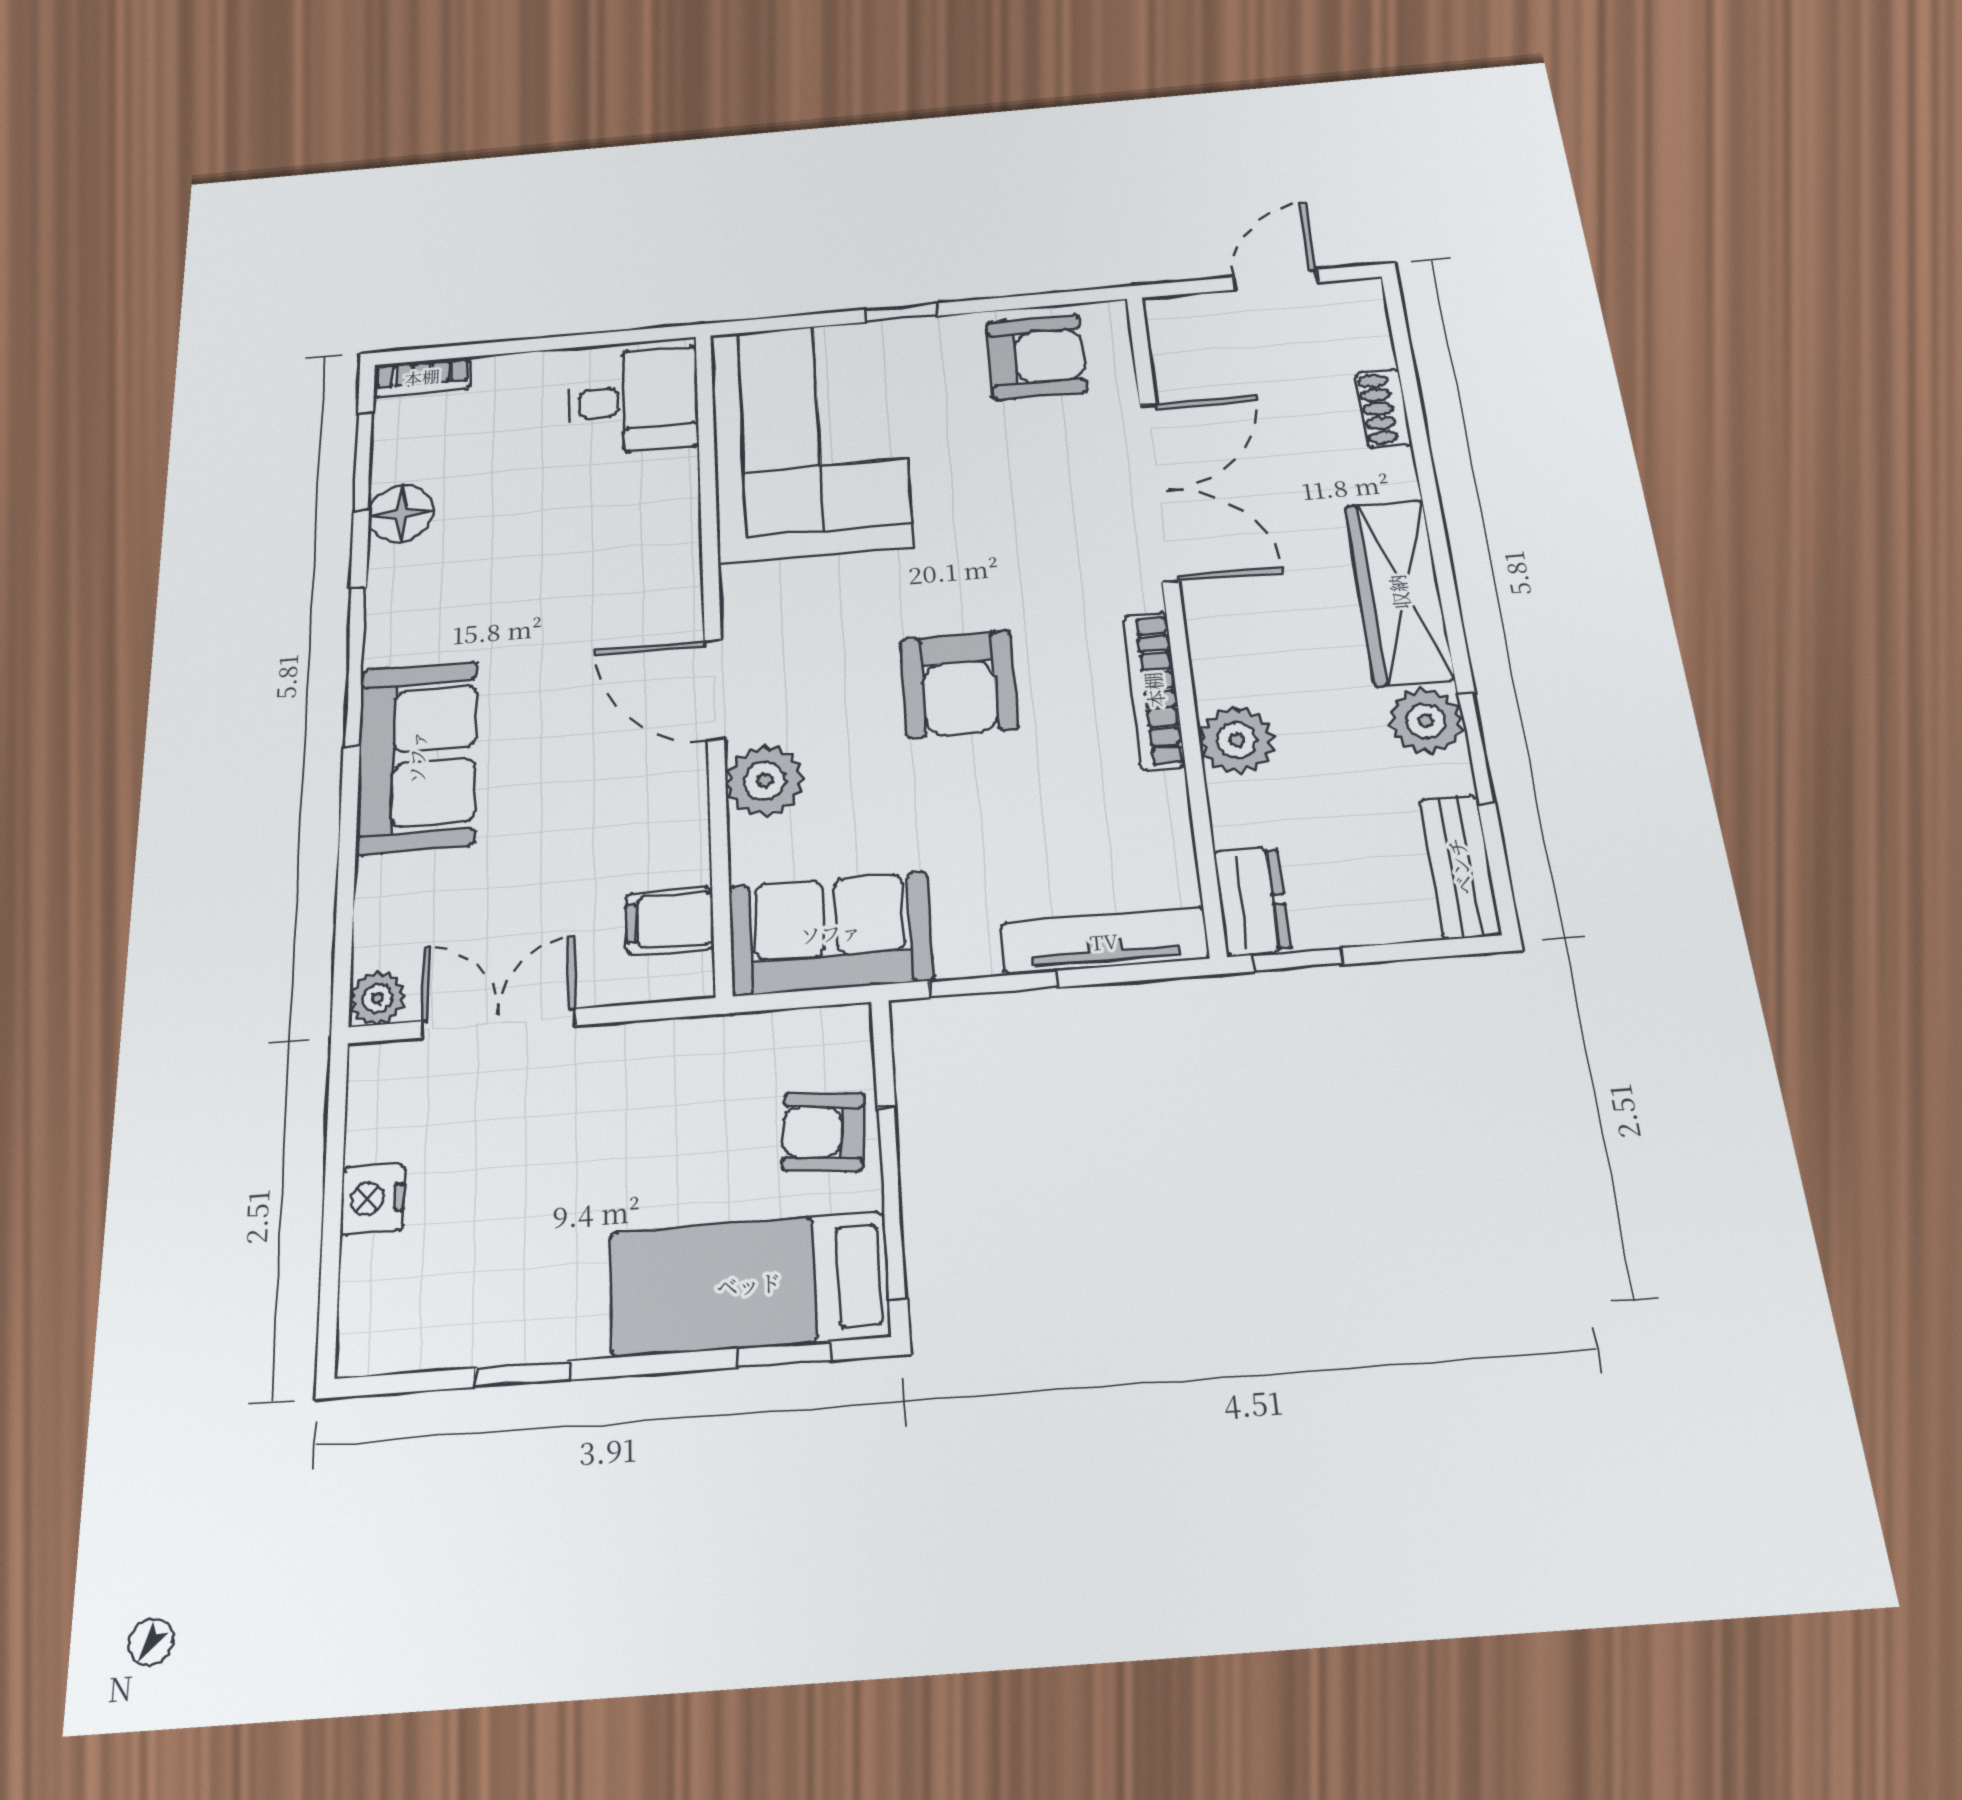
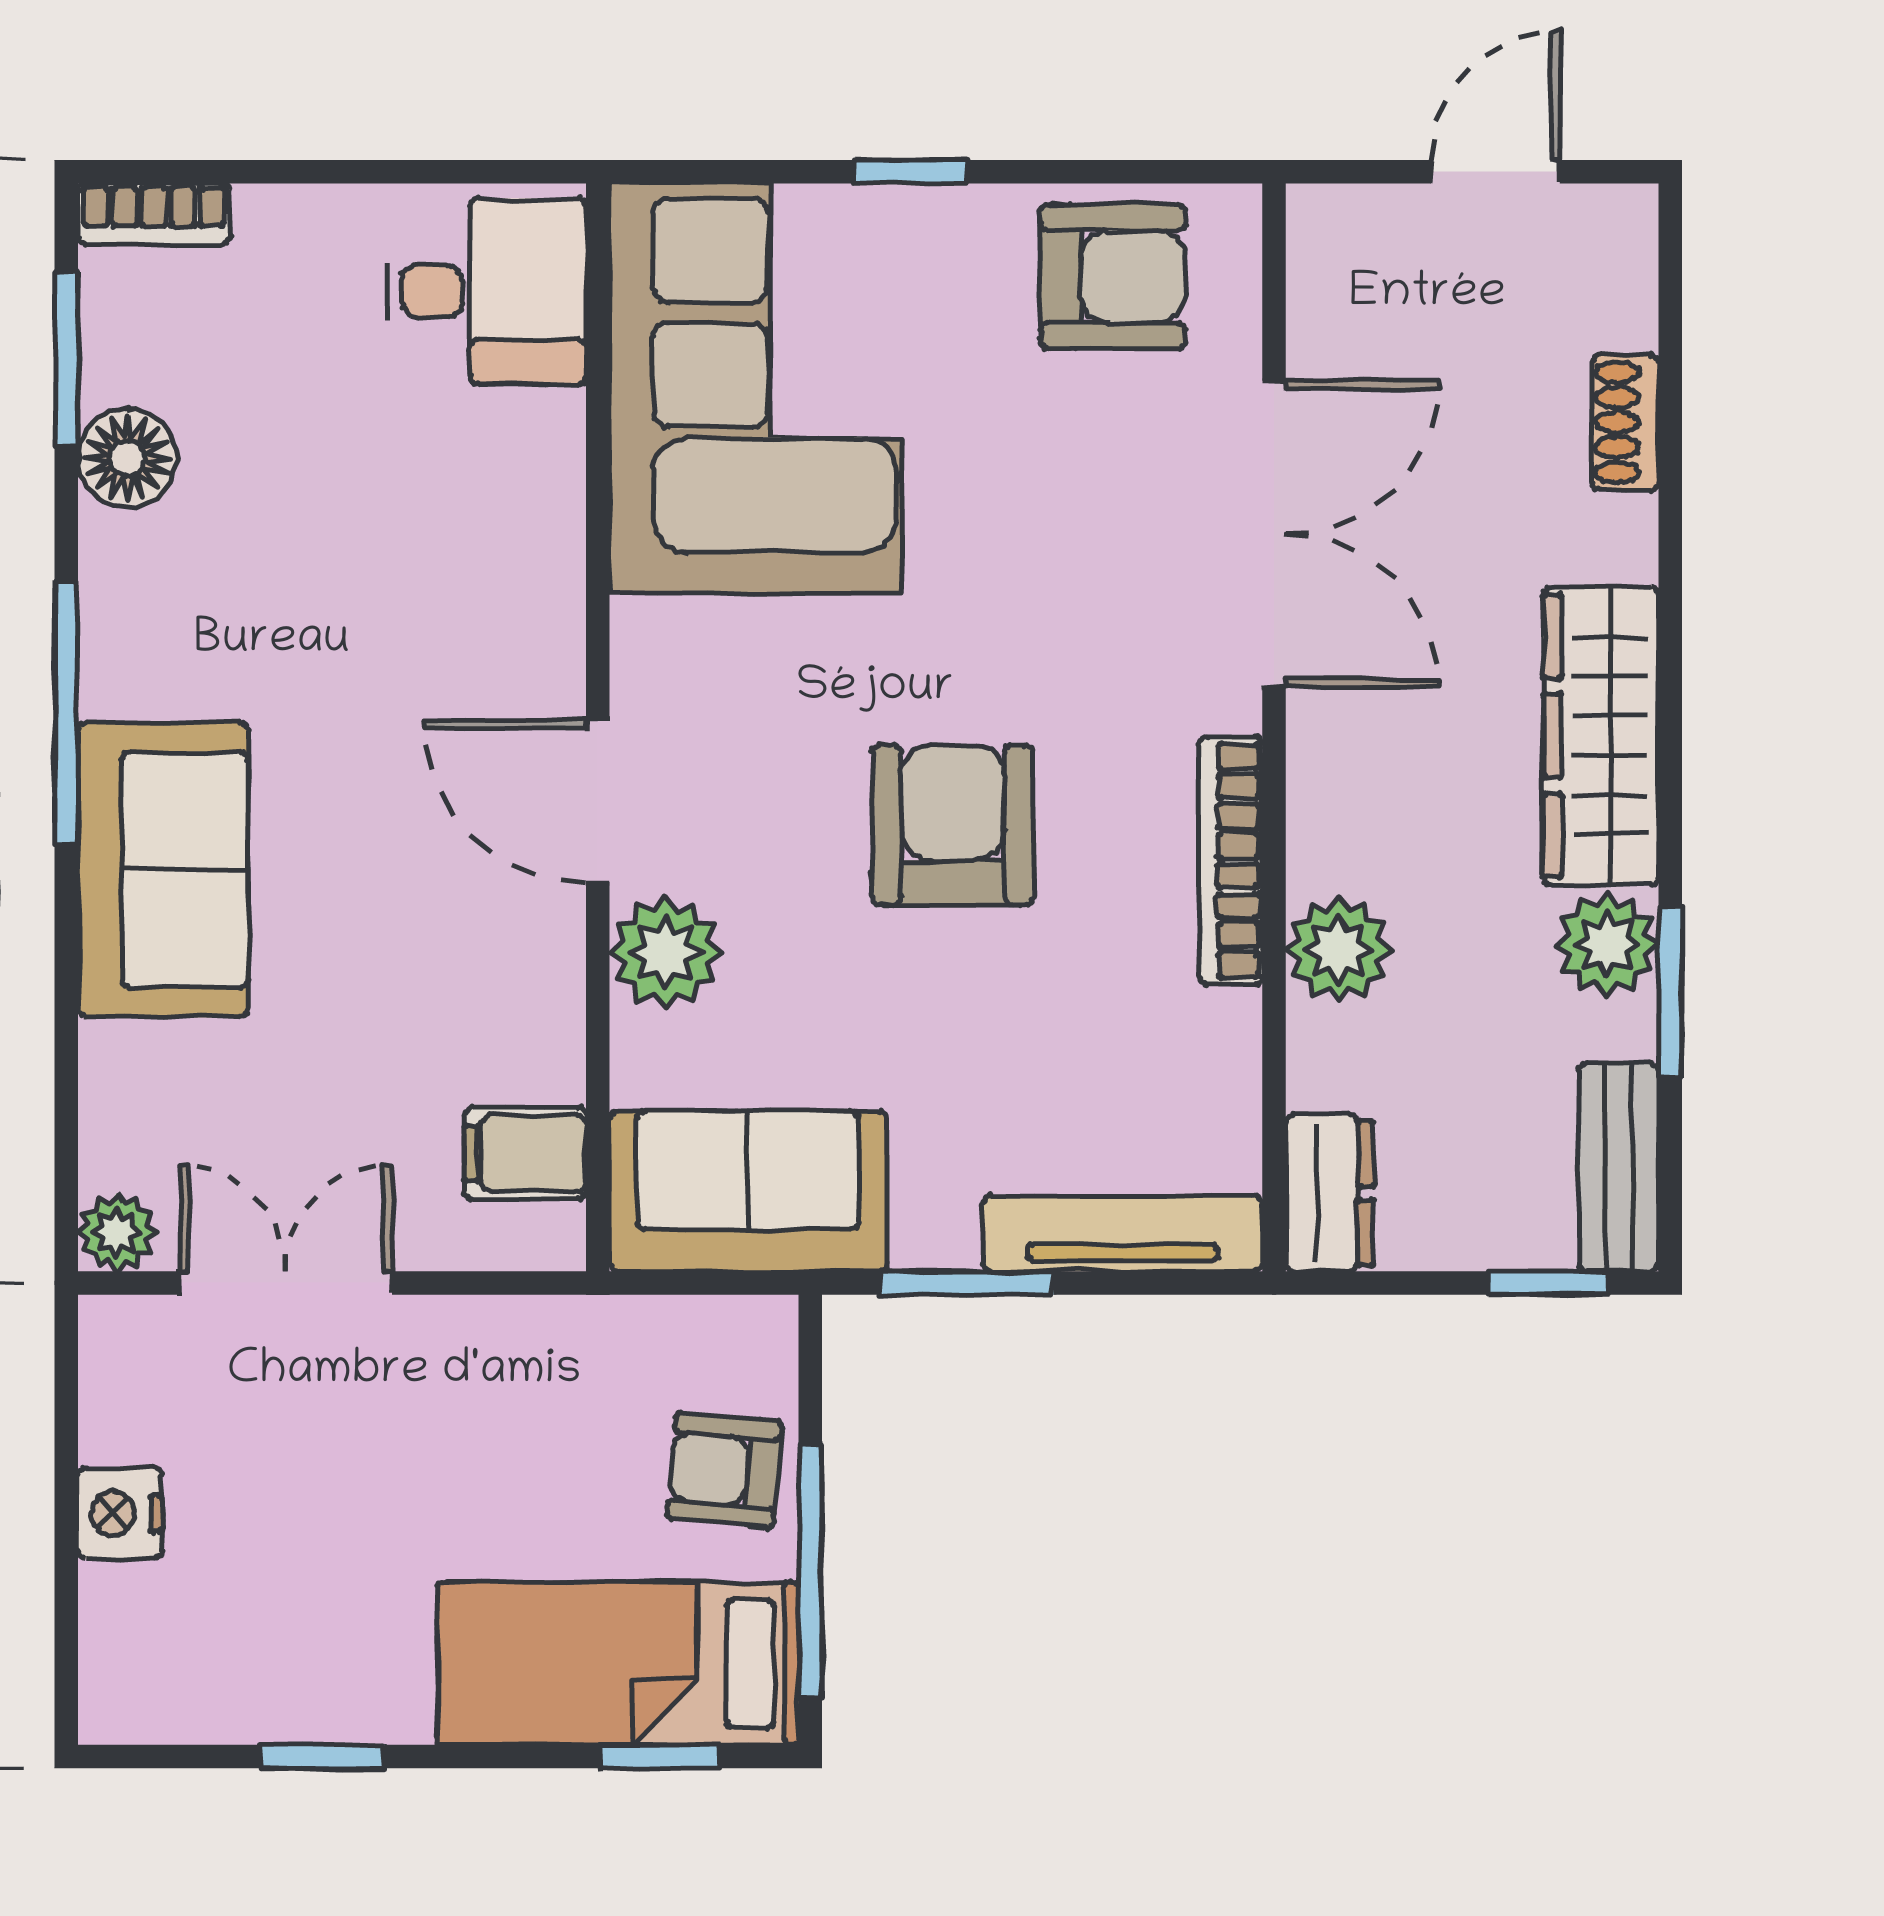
armchair: (959, 684) -> (953, 825), turned 180
window: (1298, 960) -> (1548, 1283), moved

